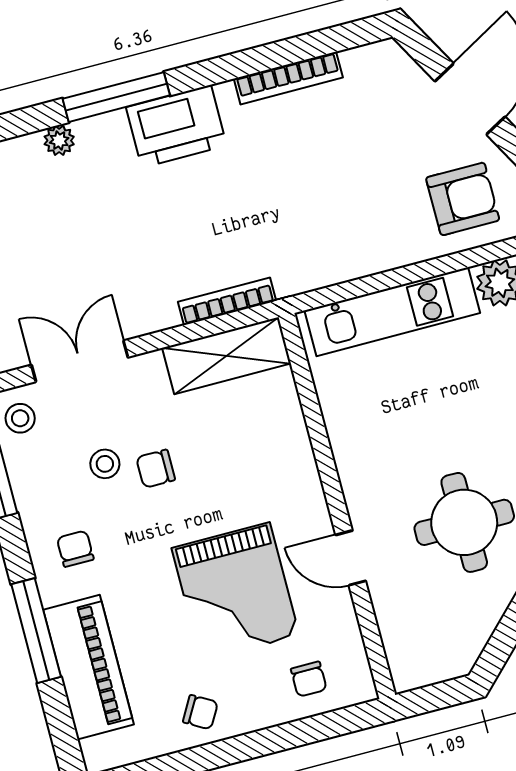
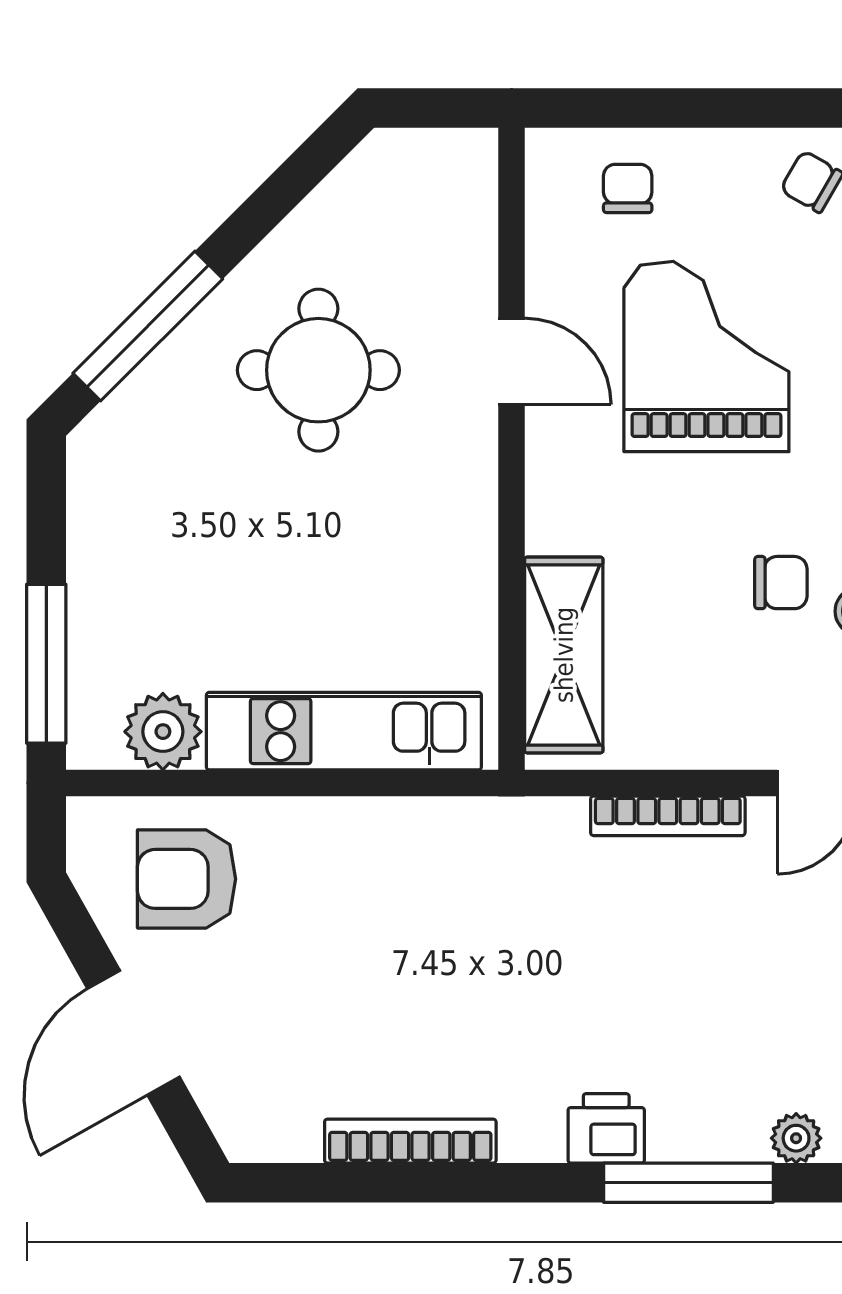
printer: (176, 126) -> (606, 1128), width x0.53, depth x0.68
bookcase: (227, 301) -> (668, 816), moved
shelving: (227, 356) -> (564, 655), moved, turned 90

